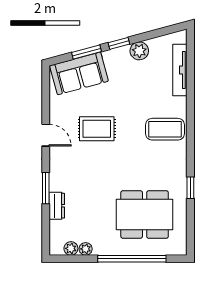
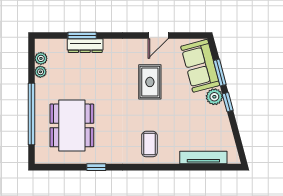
plant: (139, 51) -> (214, 97), moved
coffee table: (165, 129) -> (149, 144), width x0.73, depth x0.77
door: (46, 135) -> (158, 35), moved
window: (46, 188) -> (82, 35), moved
dresser: (57, 206) -> (85, 46), width x1.44

